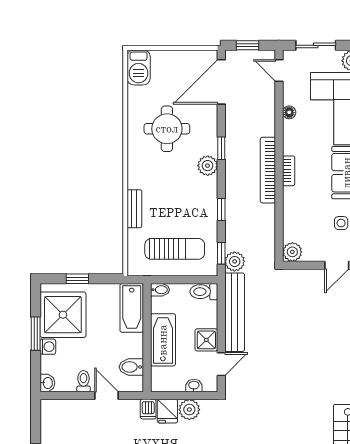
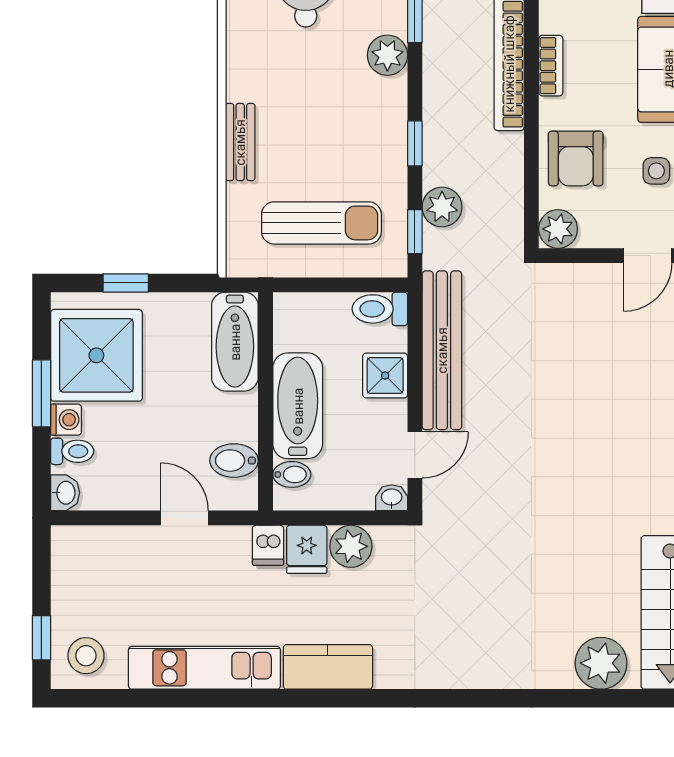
armchair: (301, 217) -> (576, 159), added
plant: (235, 261) -> (442, 207), moved
bidet: (160, 290) -> (292, 474), moved
shower: (206, 340) -> (385, 376), moved
toilet: (84, 381) -> (72, 451), moved, turned 90
washbasin: (194, 385) -> (392, 498), moved

